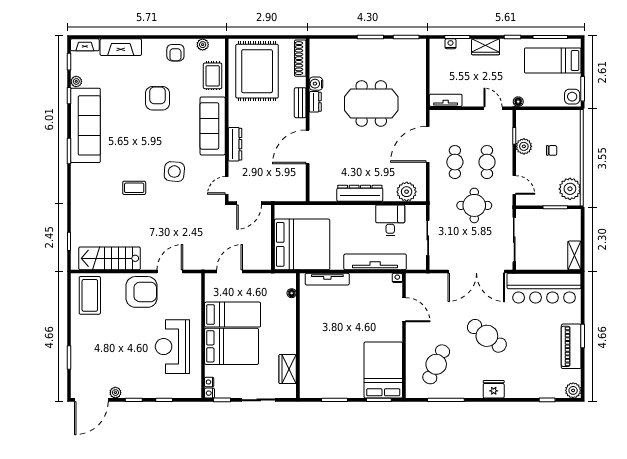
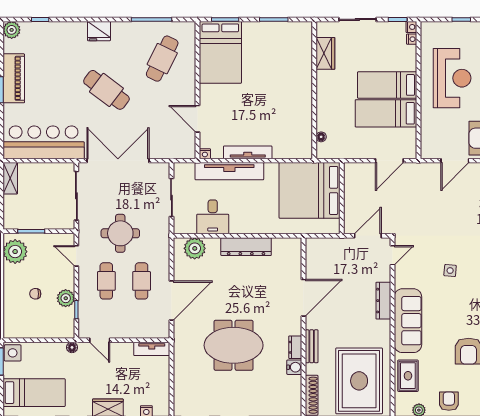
side table: (174, 172) -> (450, 271), width x0.54, depth x0.54
tv unit: (327, 279) -> (248, 152), moved
bed: (232, 346) -> (387, 85), width x0.67

